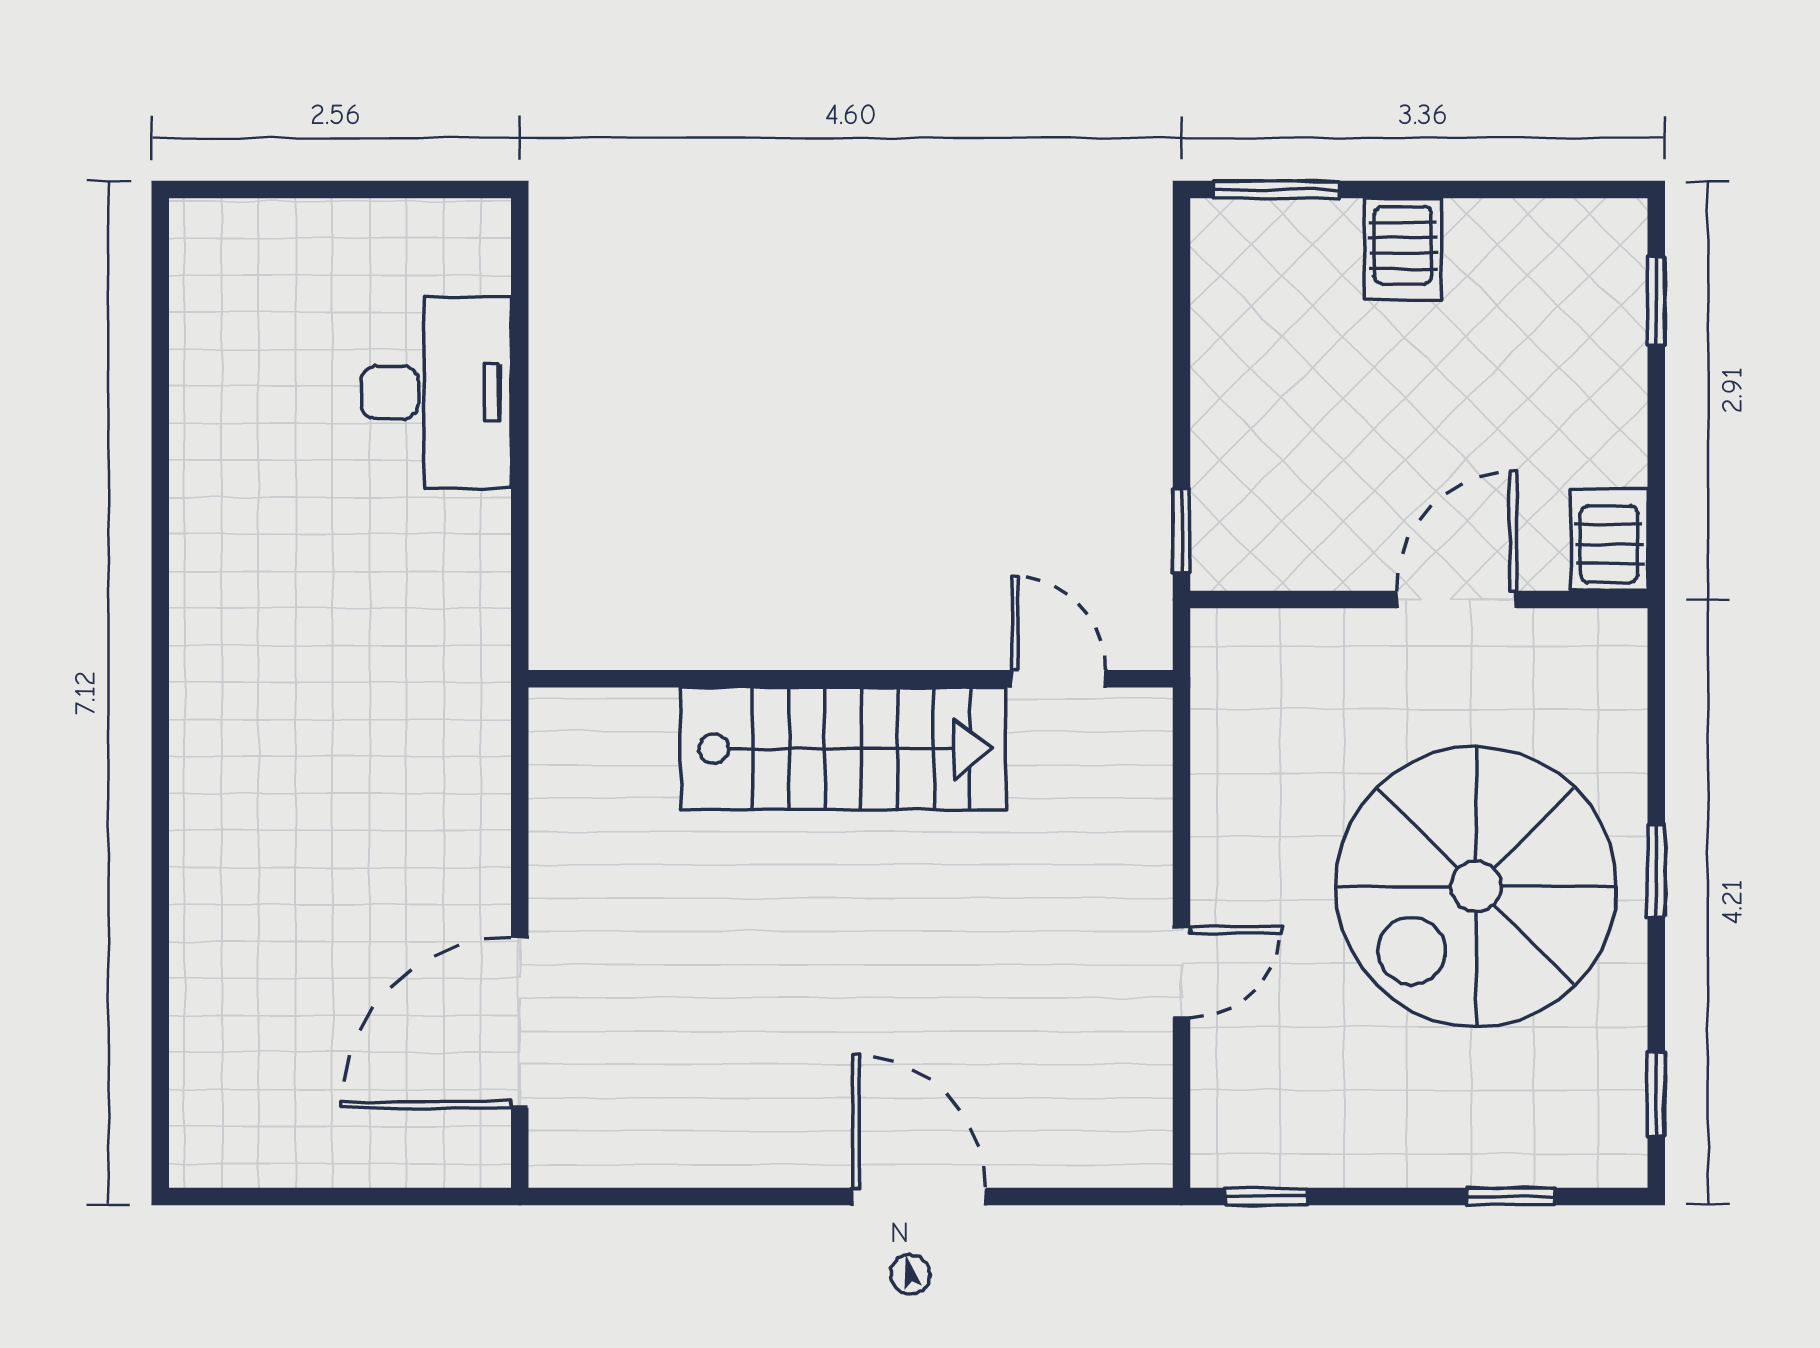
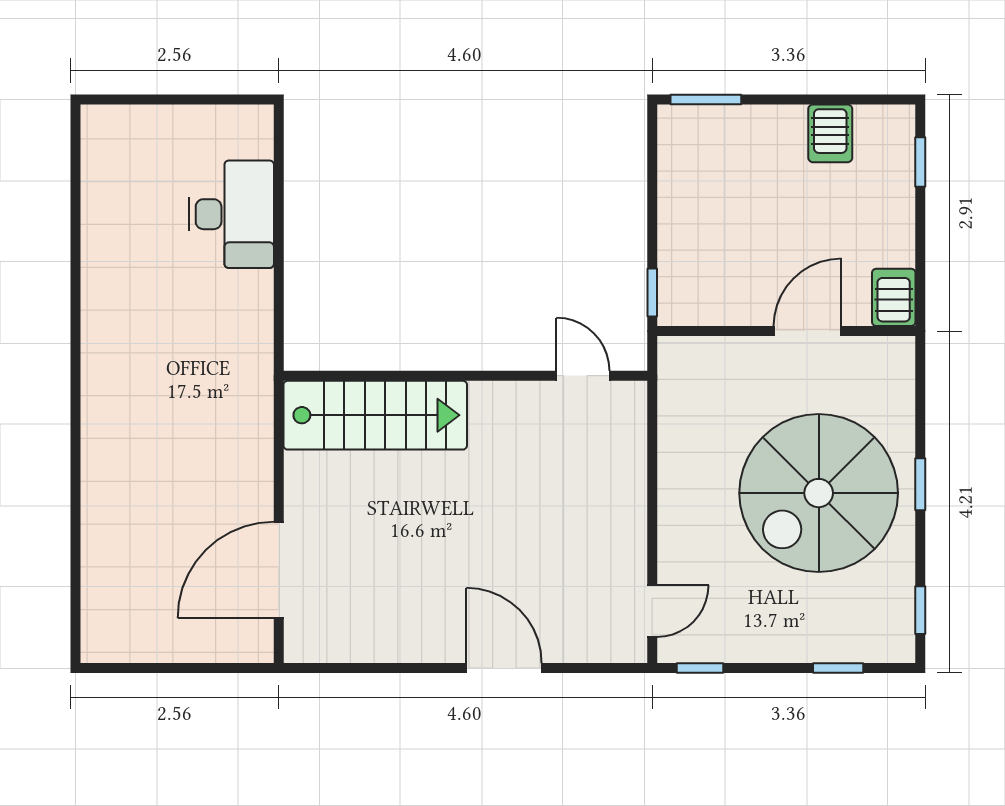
server rack: (1403, 249) -> (830, 133), moved
stairs: (844, 749) -> (375, 415), moved
door: (1181, 972) -> (652, 611), moved

